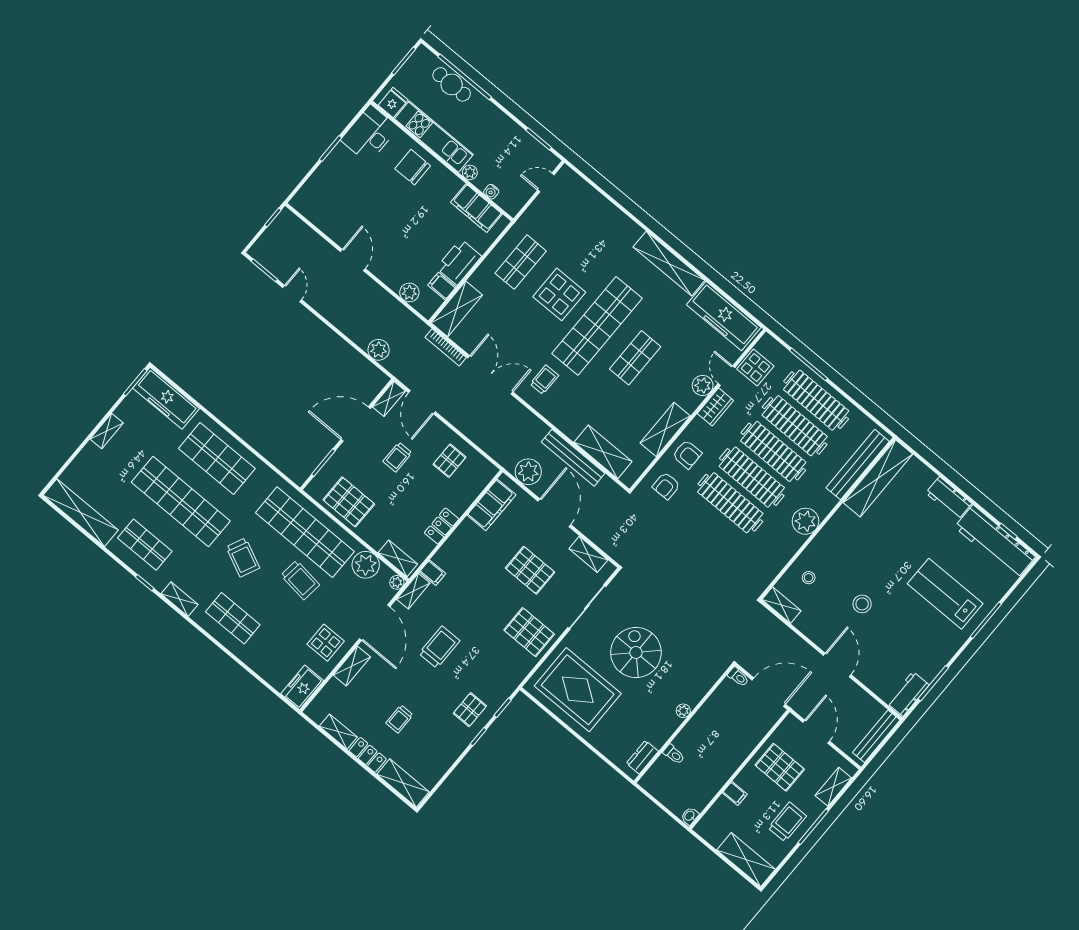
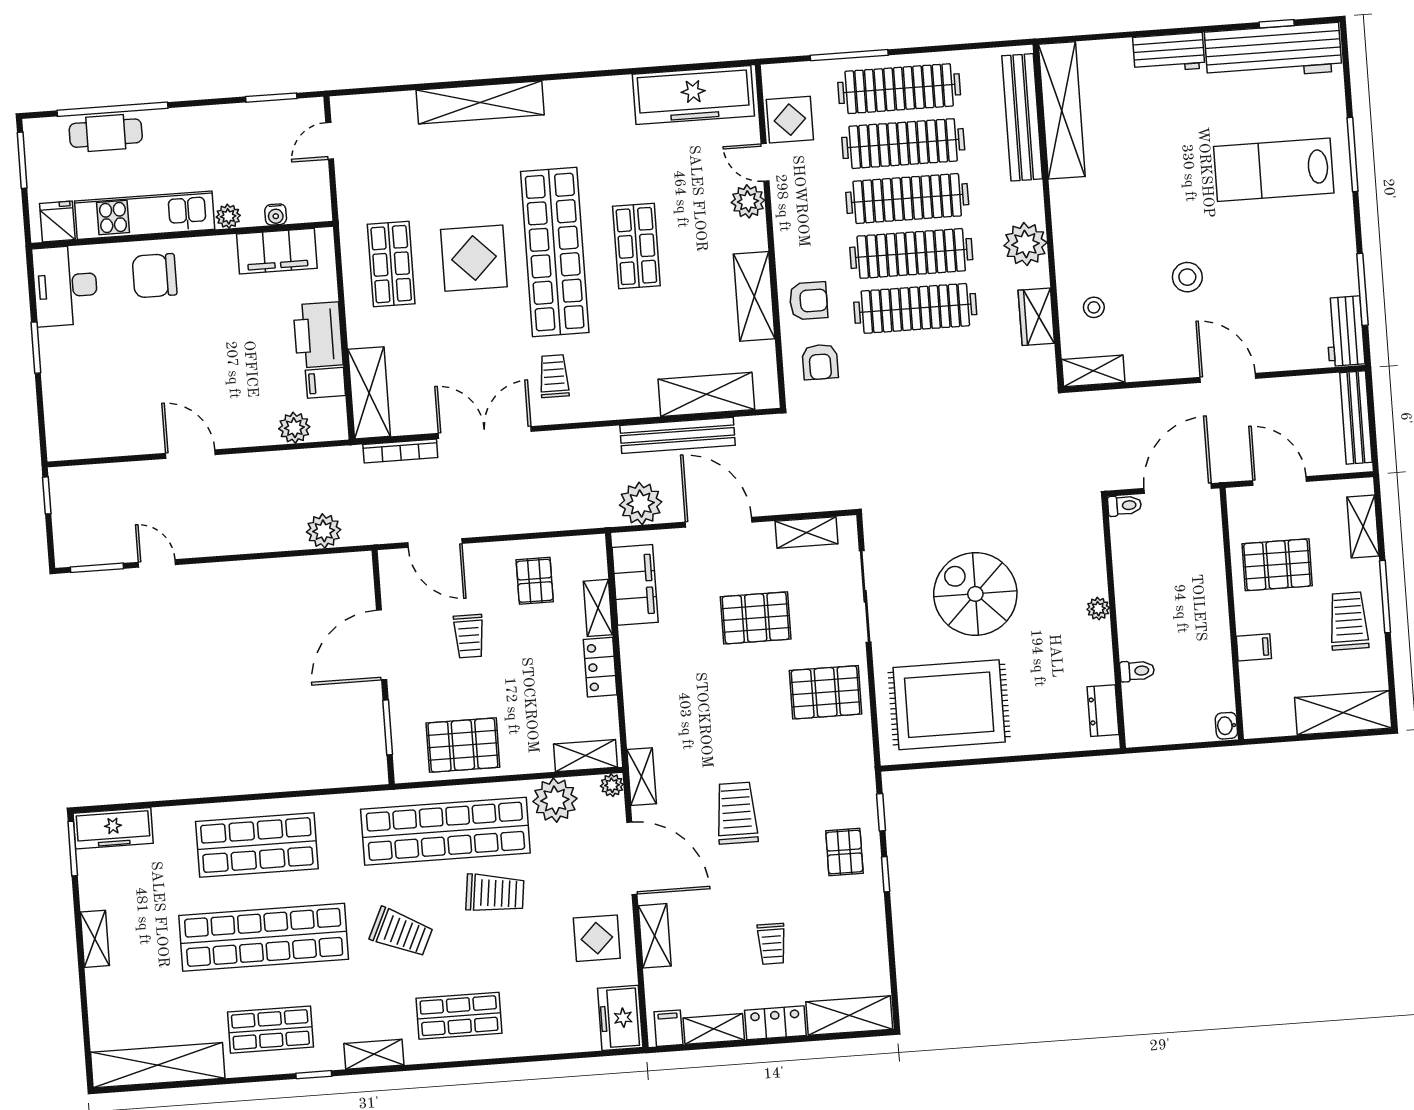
shelving: (669, 264) -> (480, 102), moved
freezer: (166, 398) -> (113, 828), width x0.73, depth x0.79
shelving: (389, 399) -> (598, 608), moved
wardrobe: (715, 407) -> (1036, 317), moved, turned 180
filing cabinet: (433, 573) -> (668, 1028), moved, turned -90

